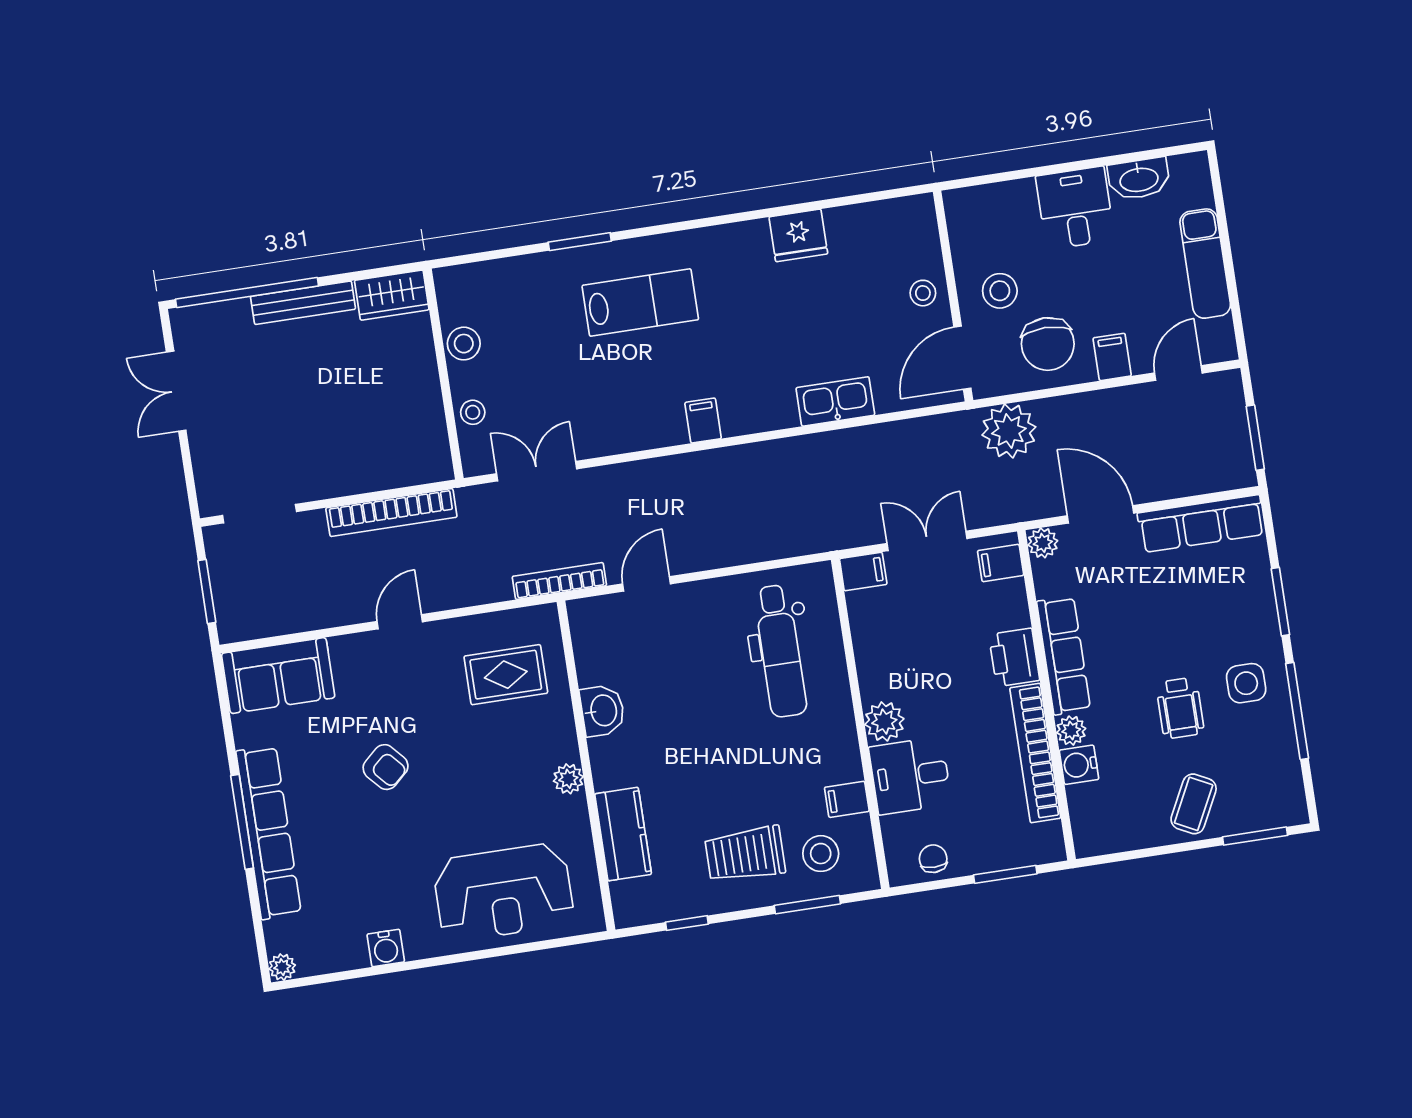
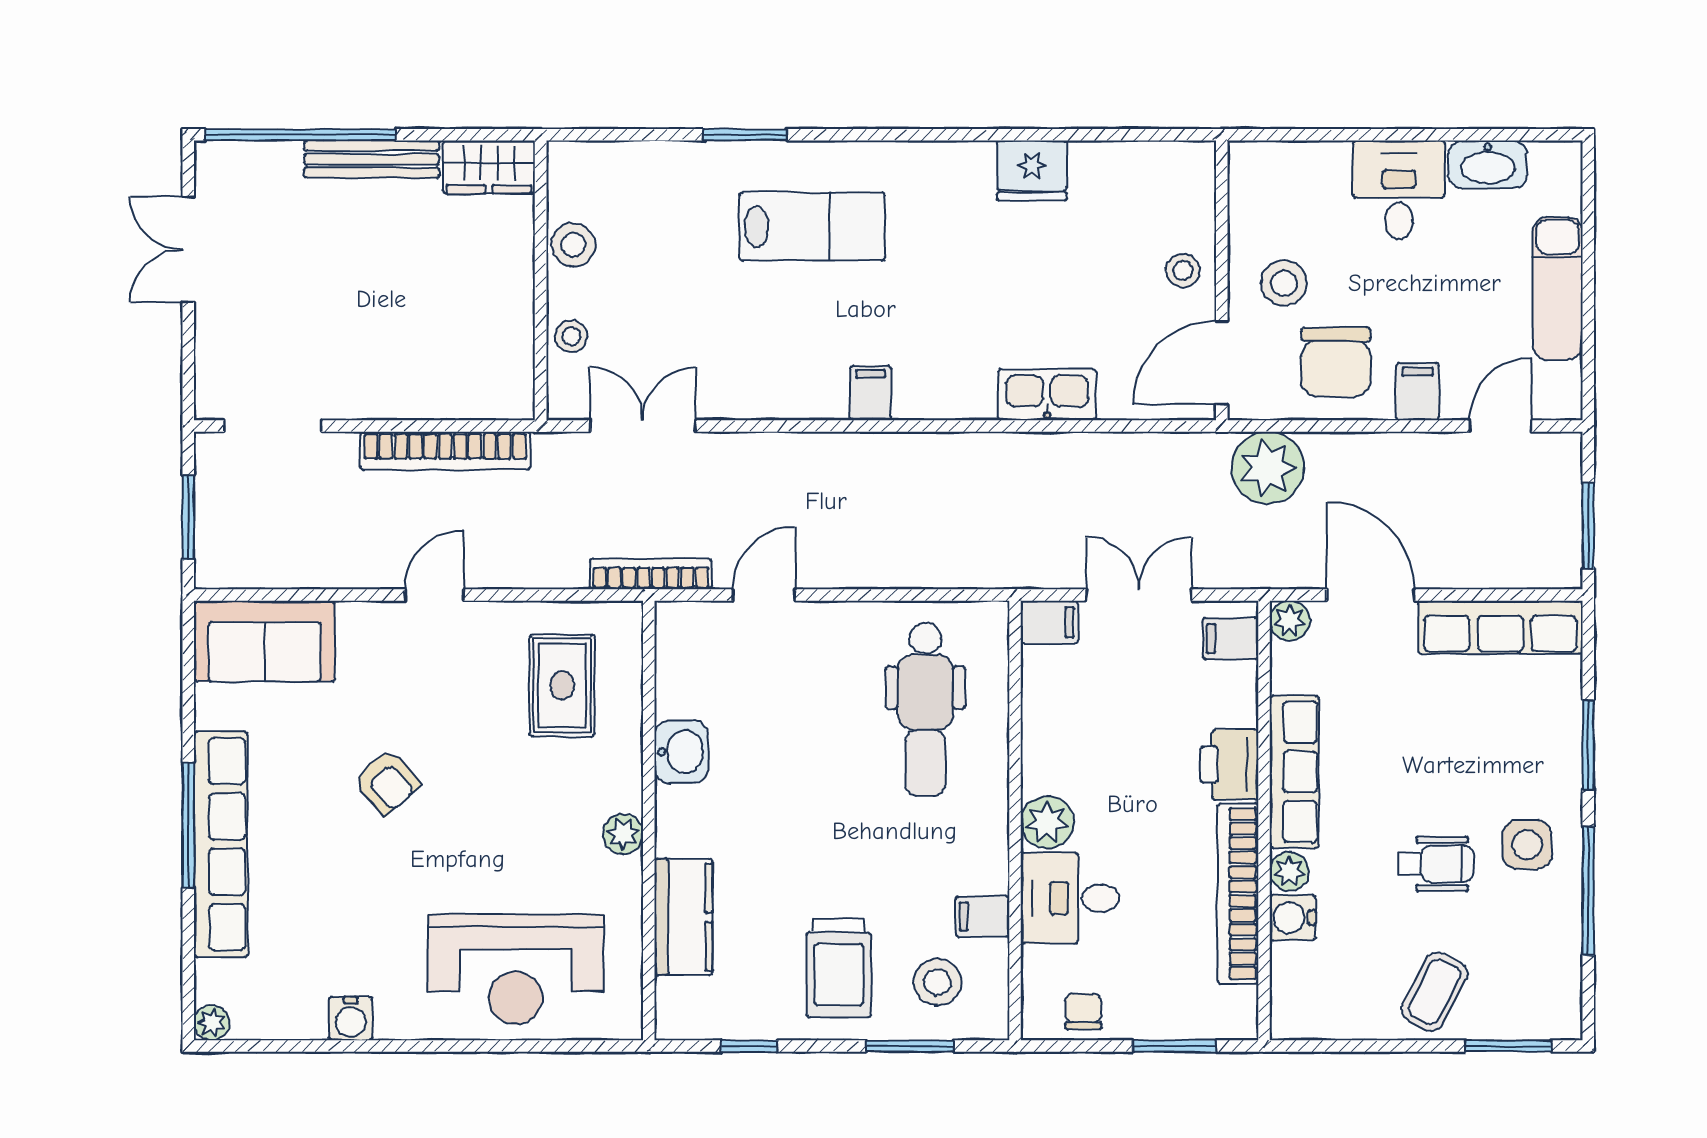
rug: (506, 675) -> (562, 686), turned 90
wheelchair: (1180, 708) -> (1436, 864), turned -90
trolley: (745, 854) -> (839, 968), turned -90

